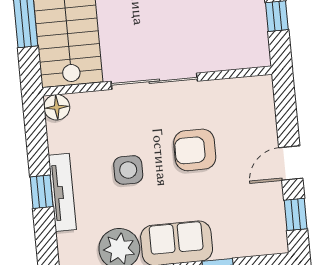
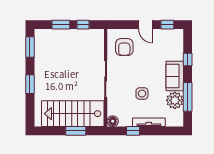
armchair: (195, 150) -> (124, 47), moved
window: (42, 192) -> (133, 131), moved

